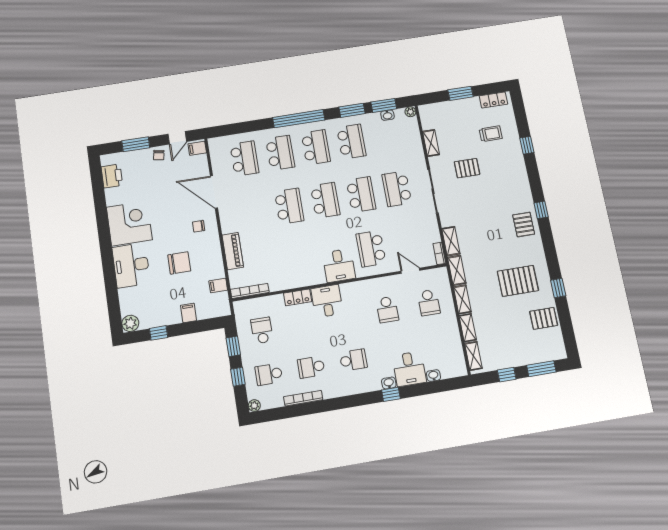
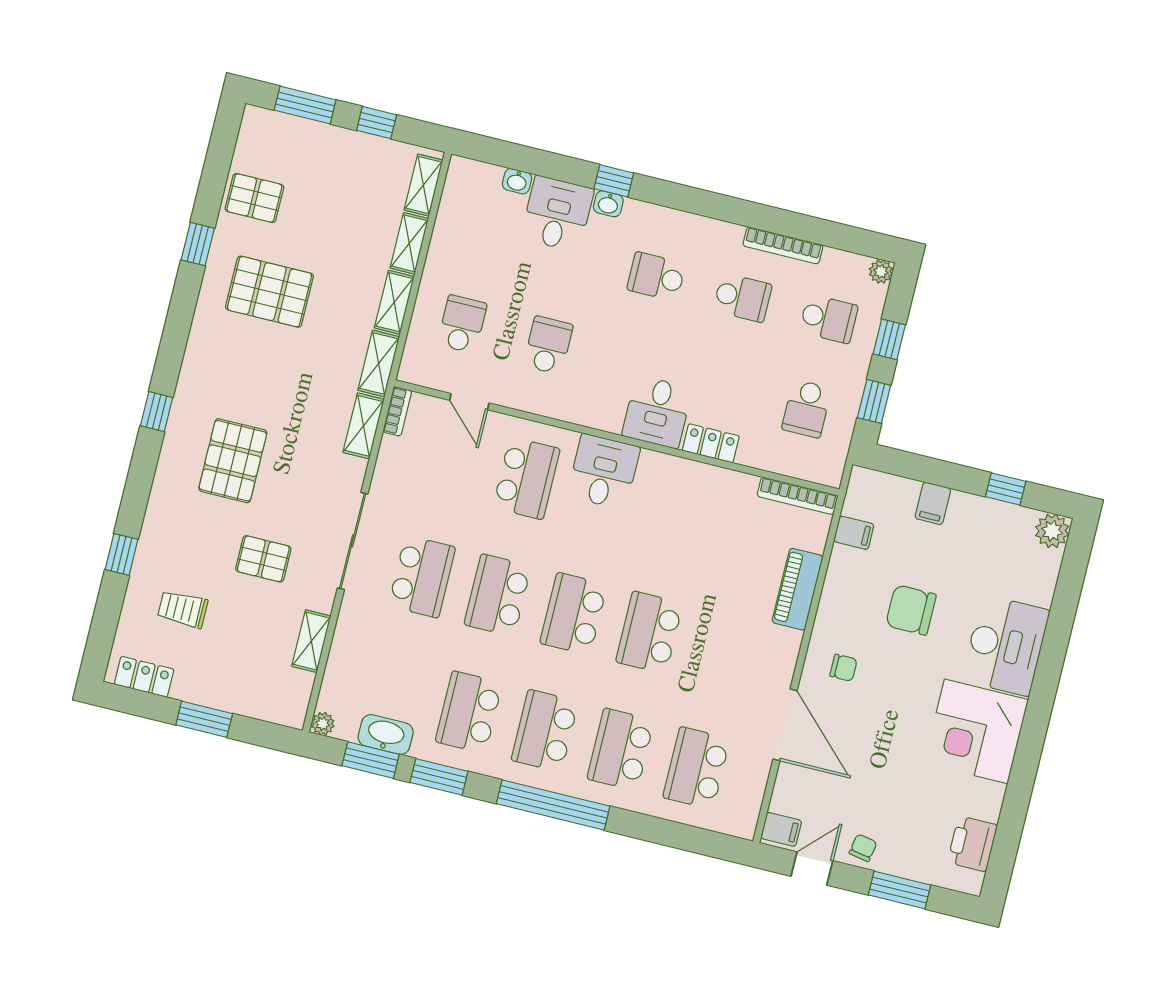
washbasin: (387, 115) -> (386, 735), width x1.91, depth x1.45
pallet: (524, 224) -> (233, 461), moved, width x1.50, depth x1.42

